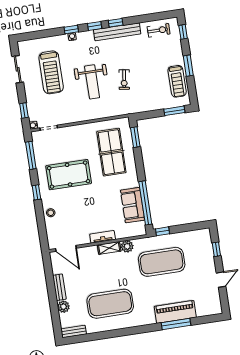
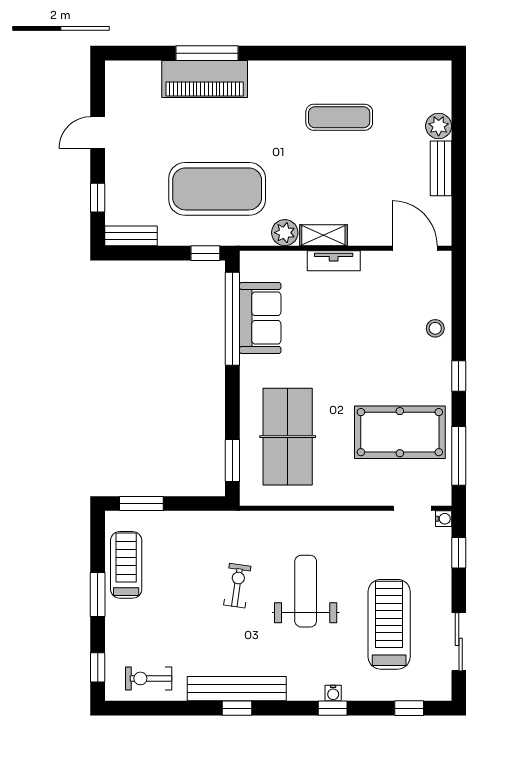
window: (95, 26) -> (409, 708), moved
pool table: (69, 175) -> (400, 432), moved
exercise mat: (110, 304) -> (339, 117), width x0.50, depth x0.69
bench: (74, 332) -> (131, 236), moved

